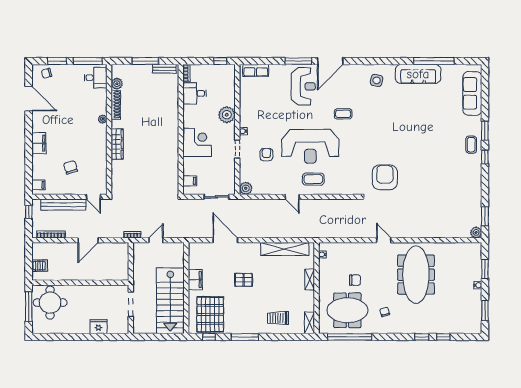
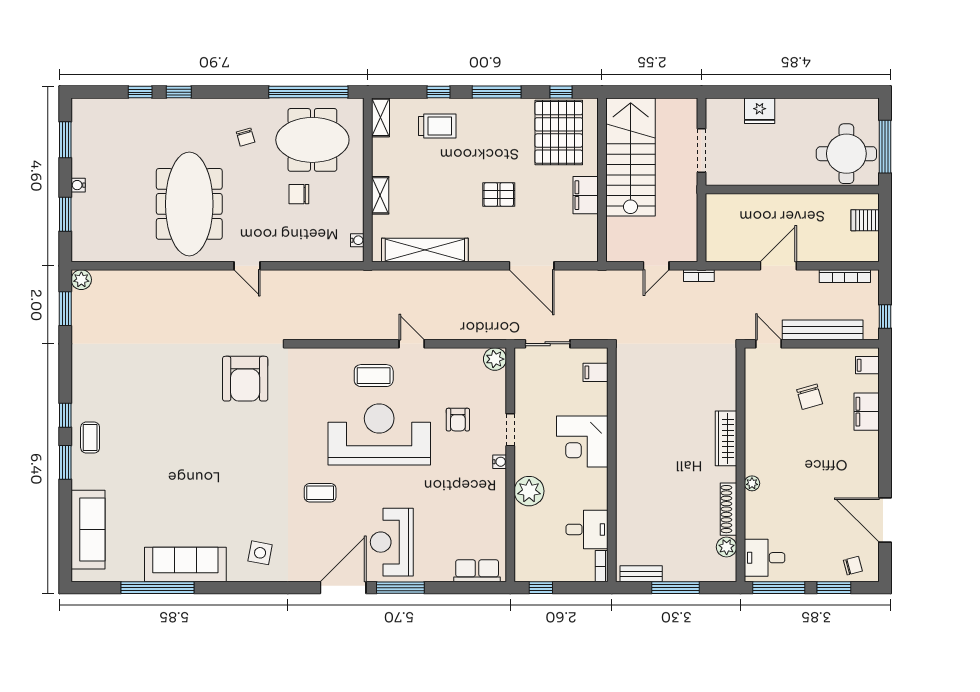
filing cabinet: (39, 143) -> (867, 412), moved
window: (277, 337) -> (439, 92), added

